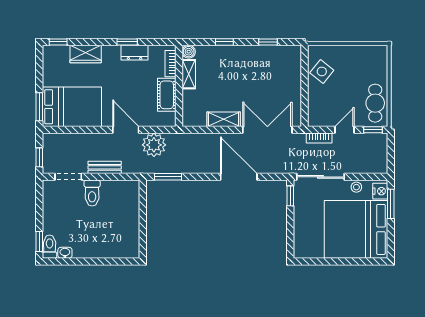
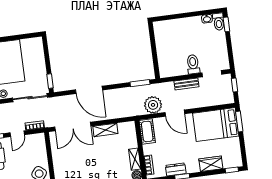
cot: (167, 95) -> (147, 131), moved

